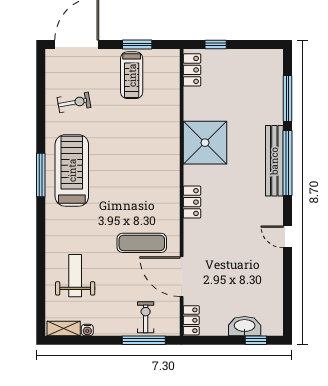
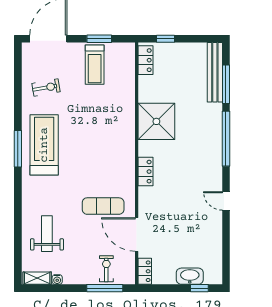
bench: (274, 161) -> (215, 72), moved

